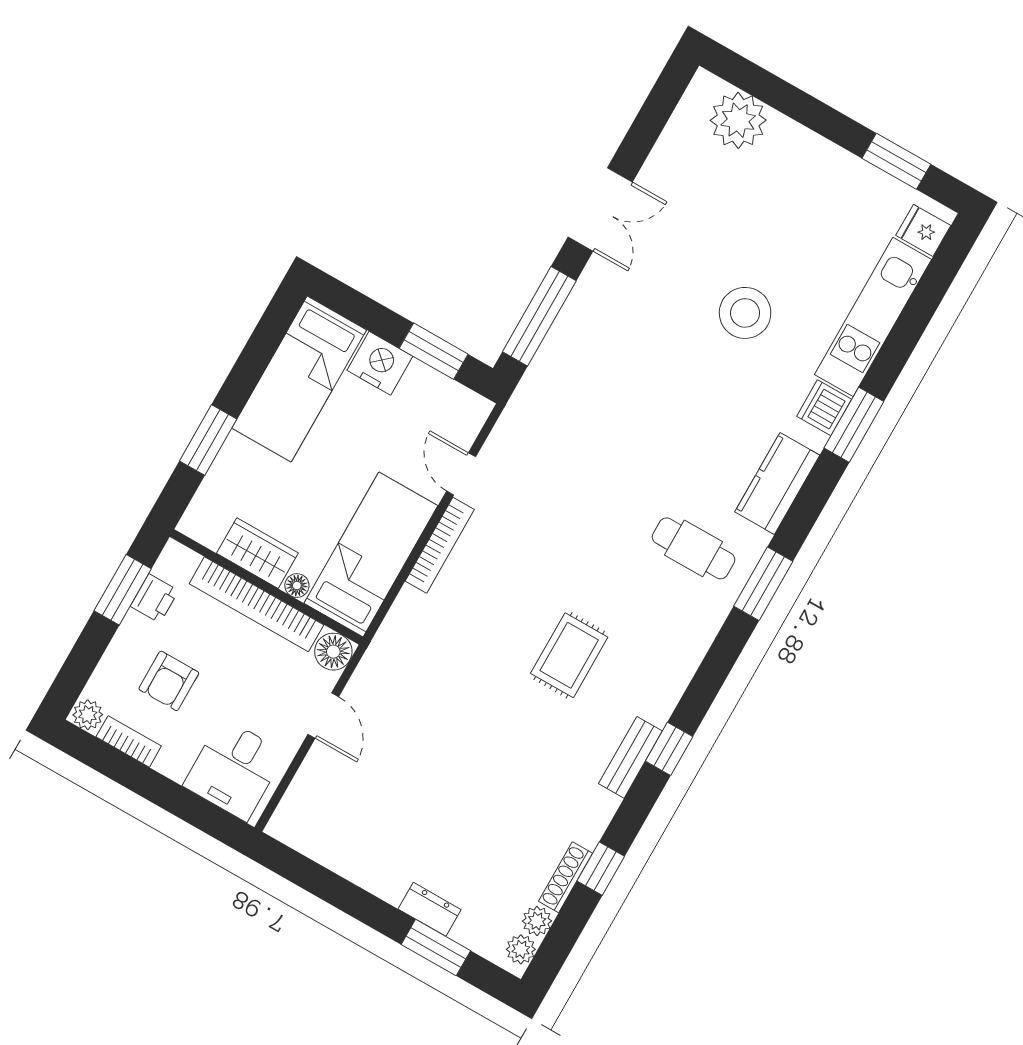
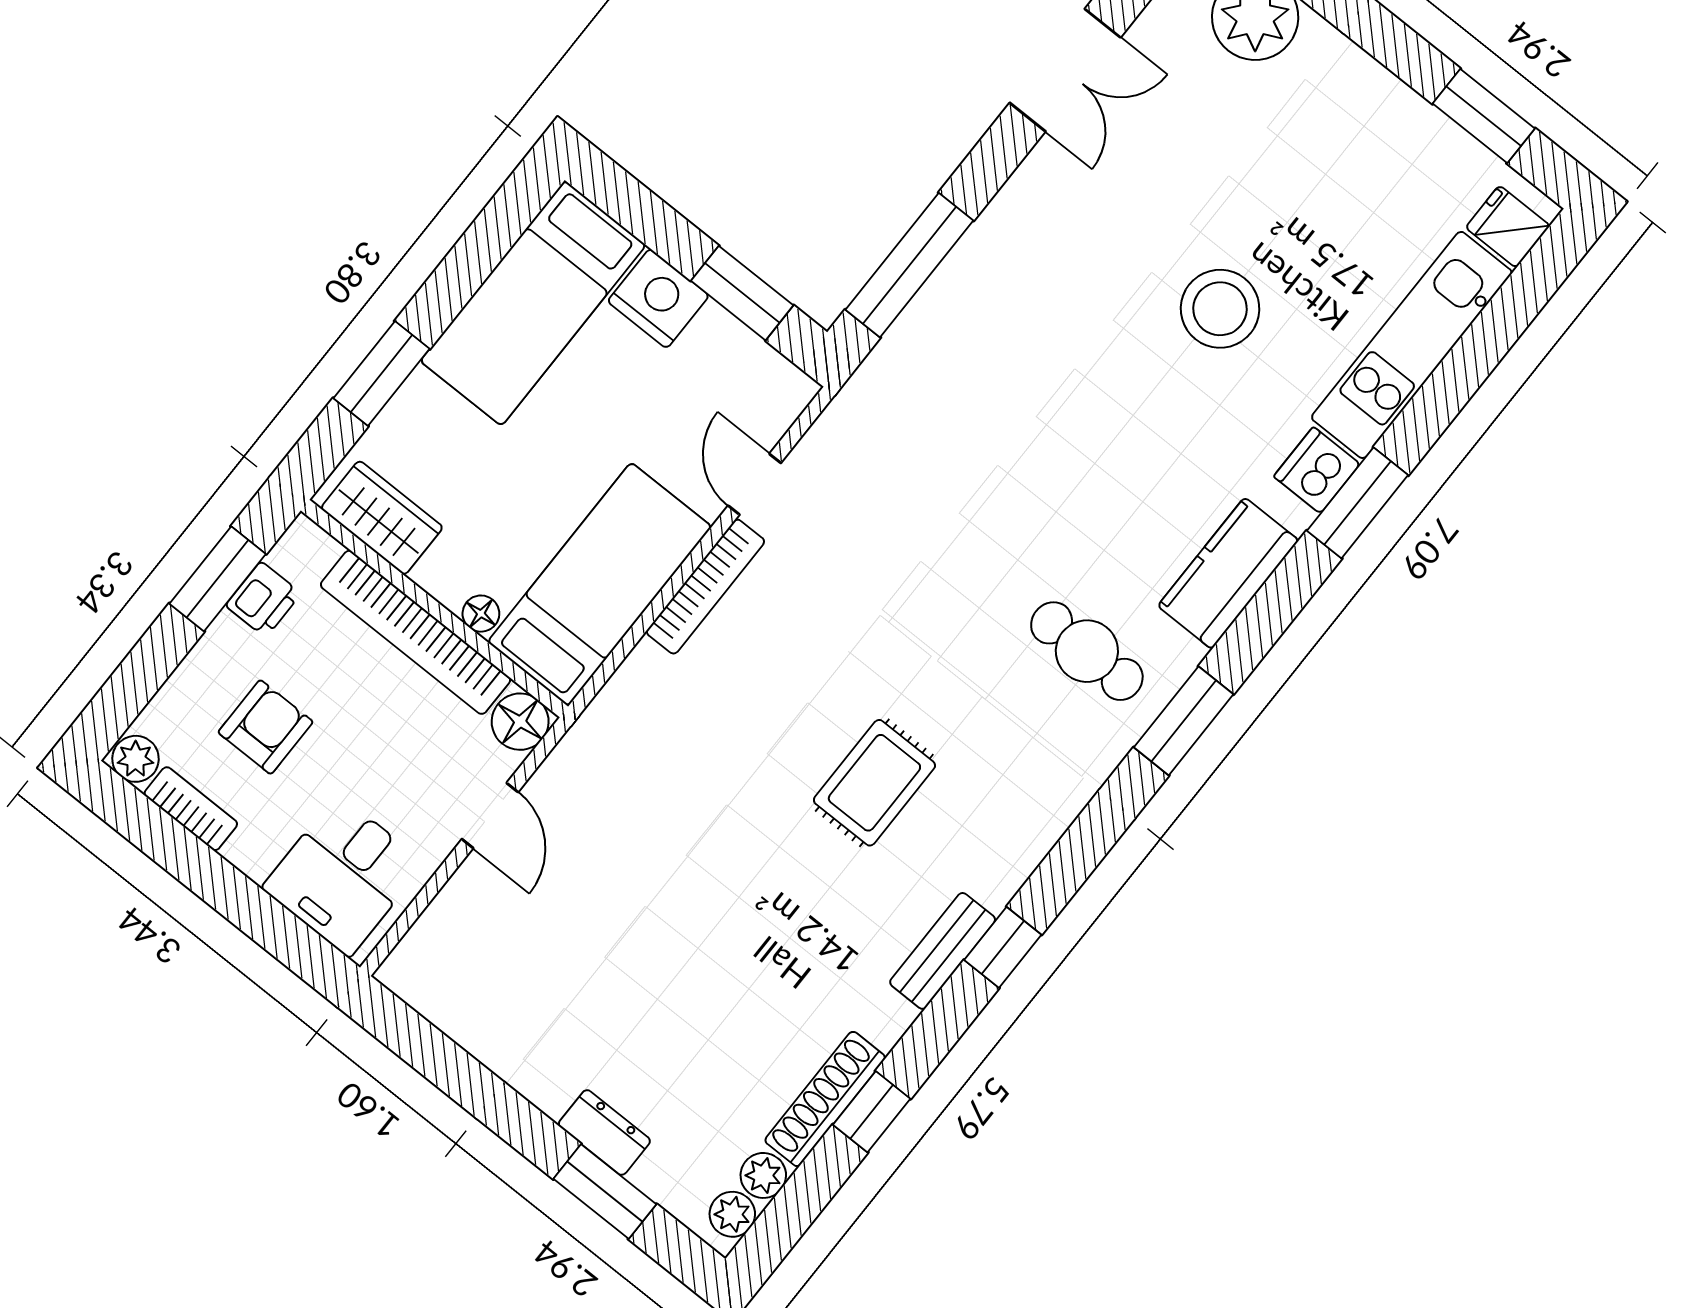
double door: (600, 209) -> (1065, 70), moved
wardrobe: (257, 553) -> (382, 518), moved
armchair: (169, 681) -> (265, 727), turned 180
shoe rack: (566, 877) -> (825, 1099), width x1.36, depth x1.24

